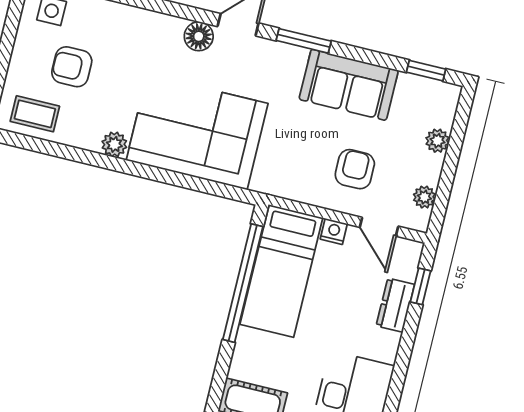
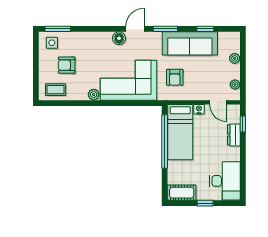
window: (426, 71) -> (205, 29), moved
sofa: (349, 85) -> (190, 43), width x1.36
armchair: (355, 169) -> (175, 77), moved, turned 180

